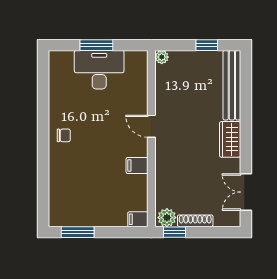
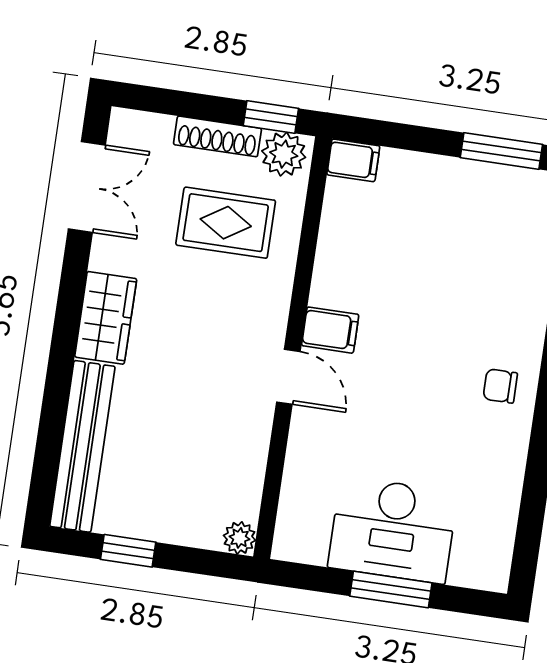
filing cabinet: (137, 165) -> (330, 330), moved
rug: (187, 186) -> (226, 223), added

